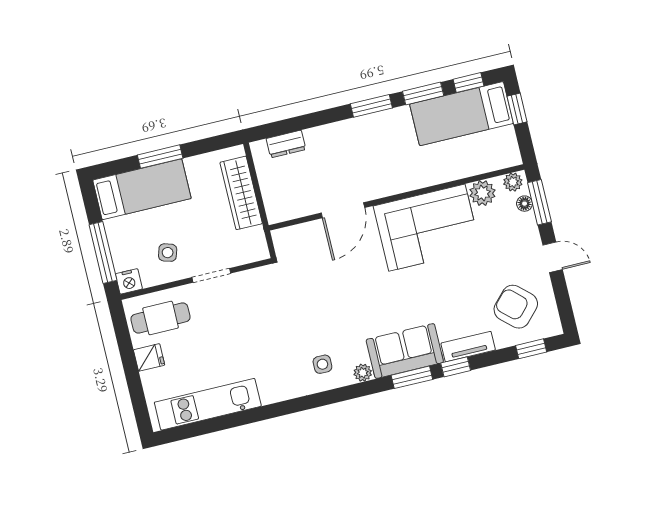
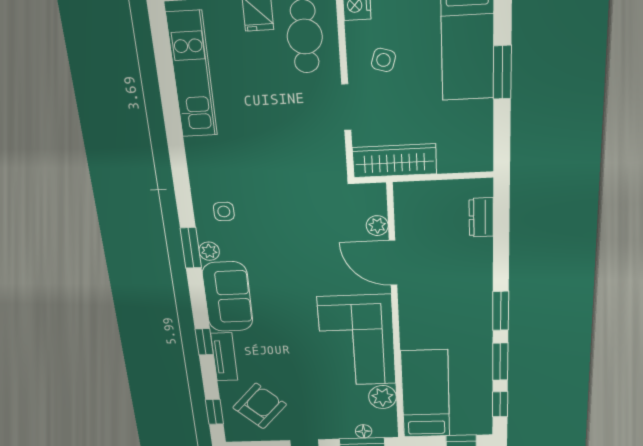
bed: (462, 114) -> (426, 394), moved
plant: (513, 182) -> (377, 226), moved
wardrobe: (241, 193) -> (394, 161), moved
window: (412, 377) -> (191, 248), moved

